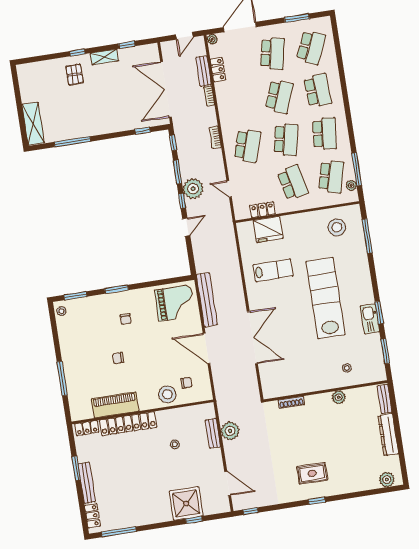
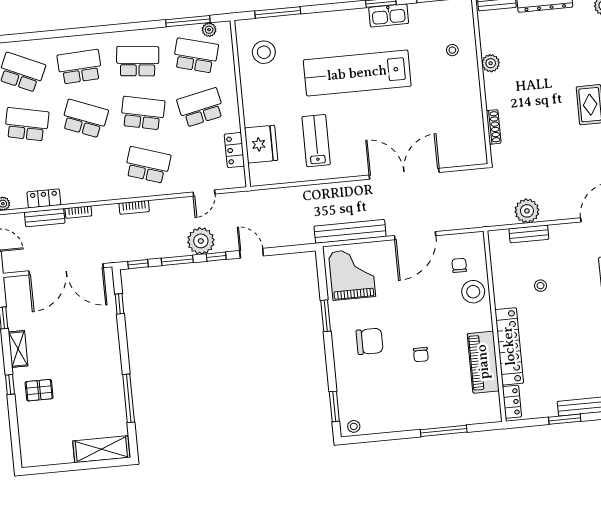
window: (116, 289) -> (326, 316), moved
chair: (126, 319) -> (370, 341), width x1.87, depth x1.87

